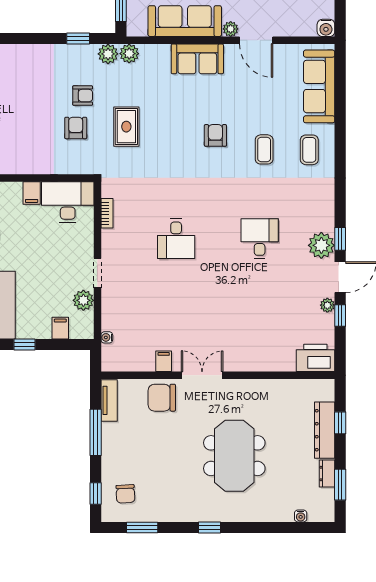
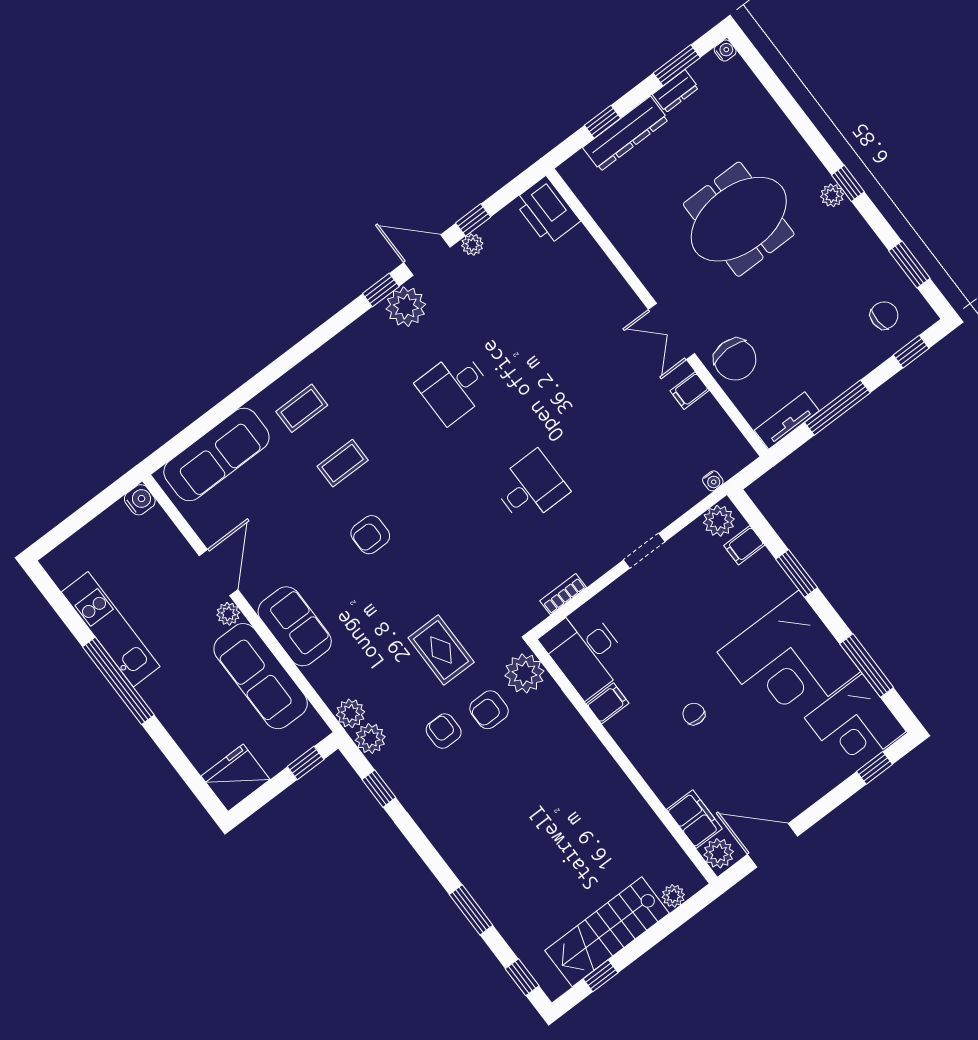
rug: (126, 127) -> (441, 650), turned 90
plant: (81, 161) -> (524, 673), added
plant: (83, 300) -> (719, 521), moved
window: (25, 345) -> (797, 573), width x1.50
plant: (209, 514) -> (832, 195), added
water cooler: (301, 516) -> (725, 51), moved

